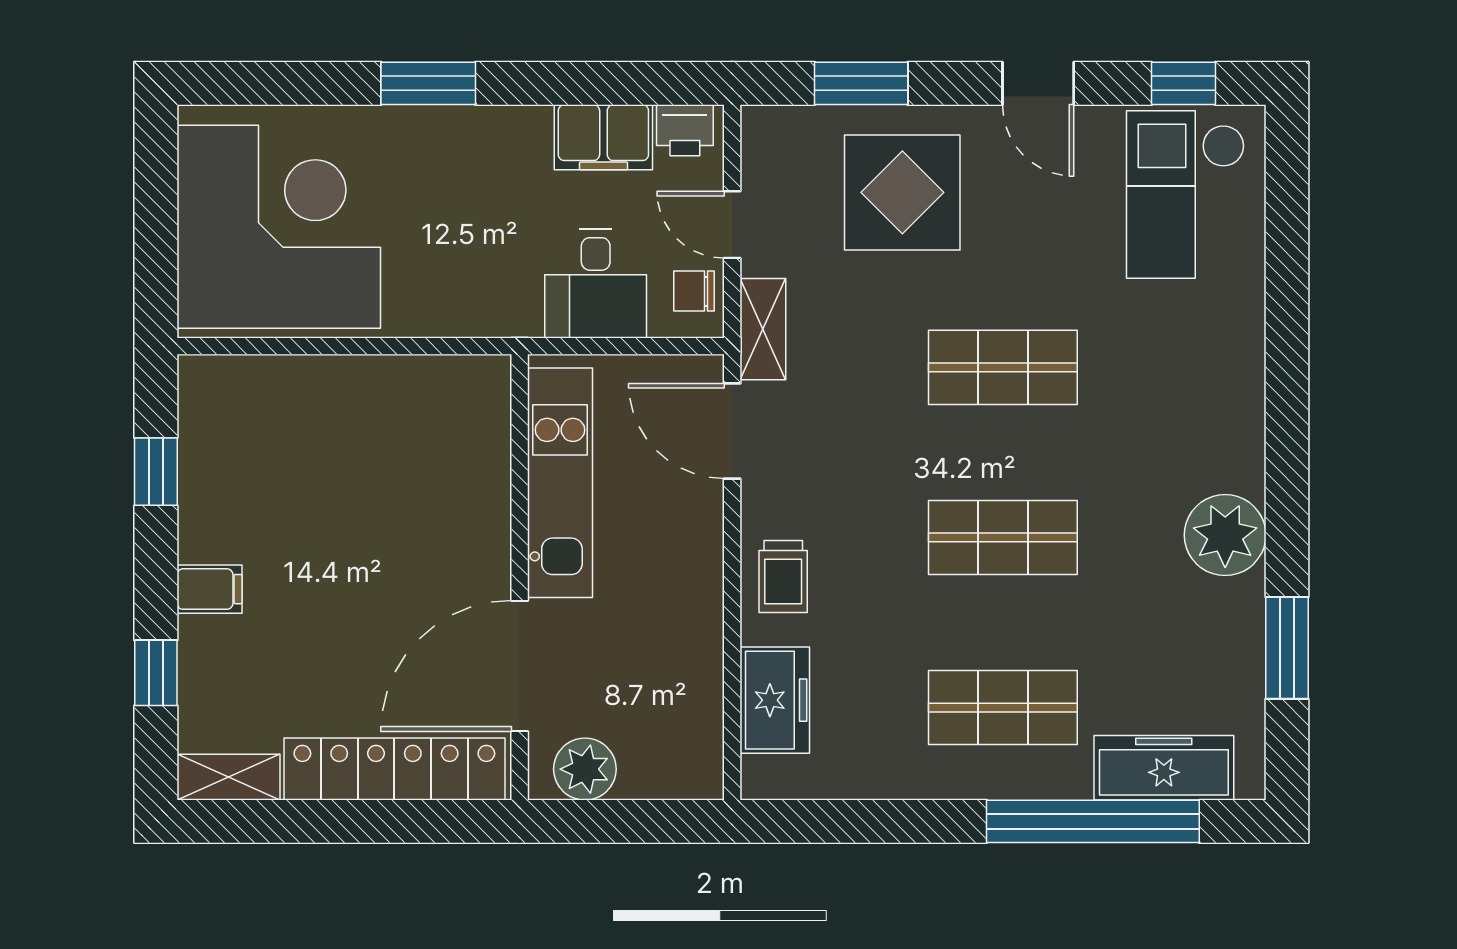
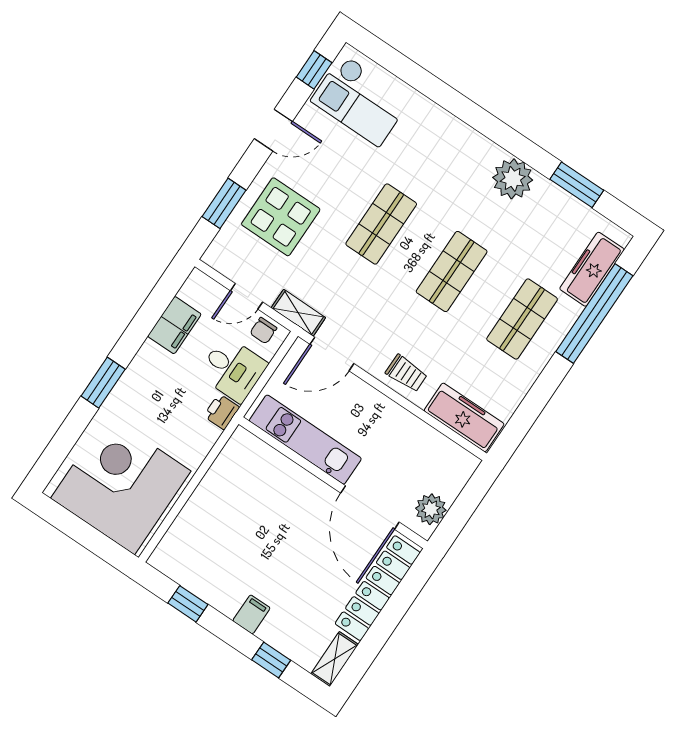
printer: (685, 130) -> (222, 412), moved, turned 180
freezer: (775, 700) -> (464, 417), width x1.40

